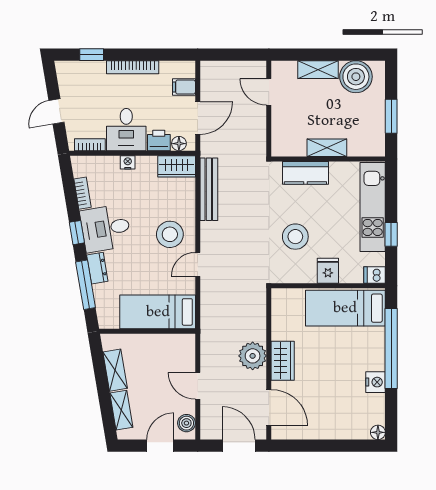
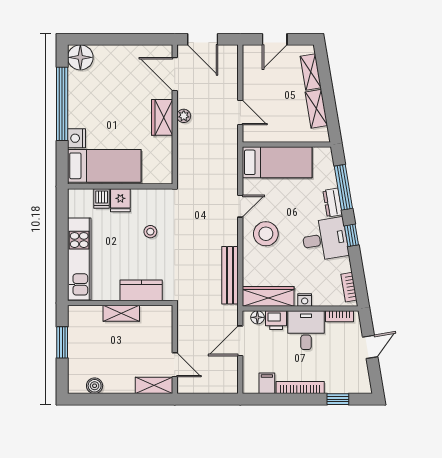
shelving: (318, 70) -> (154, 385), moved
boiler: (356, 77) -> (95, 386), width x0.54, depth x0.54
filing cabinet: (184, 87) -> (267, 383), moved, turned -90
wardrobe: (177, 166) -> (268, 296), width x1.50
bookcase: (82, 193) -> (349, 287), moved
window: (391, 234) -> (62, 234), removed
stool: (295, 237) -> (150, 232), width x0.53, depth x0.53
dishwasher: (375, 275) -> (102, 198), moved, turned 90
window: (391, 349) -> (62, 104), moved
plant: (253, 356) -> (184, 116), width x0.53, depth x0.53
nightstand: (376, 382) -> (76, 138), moved
door: (198, 386) -> (240, 113), moved
boiler: (186, 423) -> (251, 60), removed
floor lamp: (378, 432) -> (80, 57), width x1.89, depth x1.89

